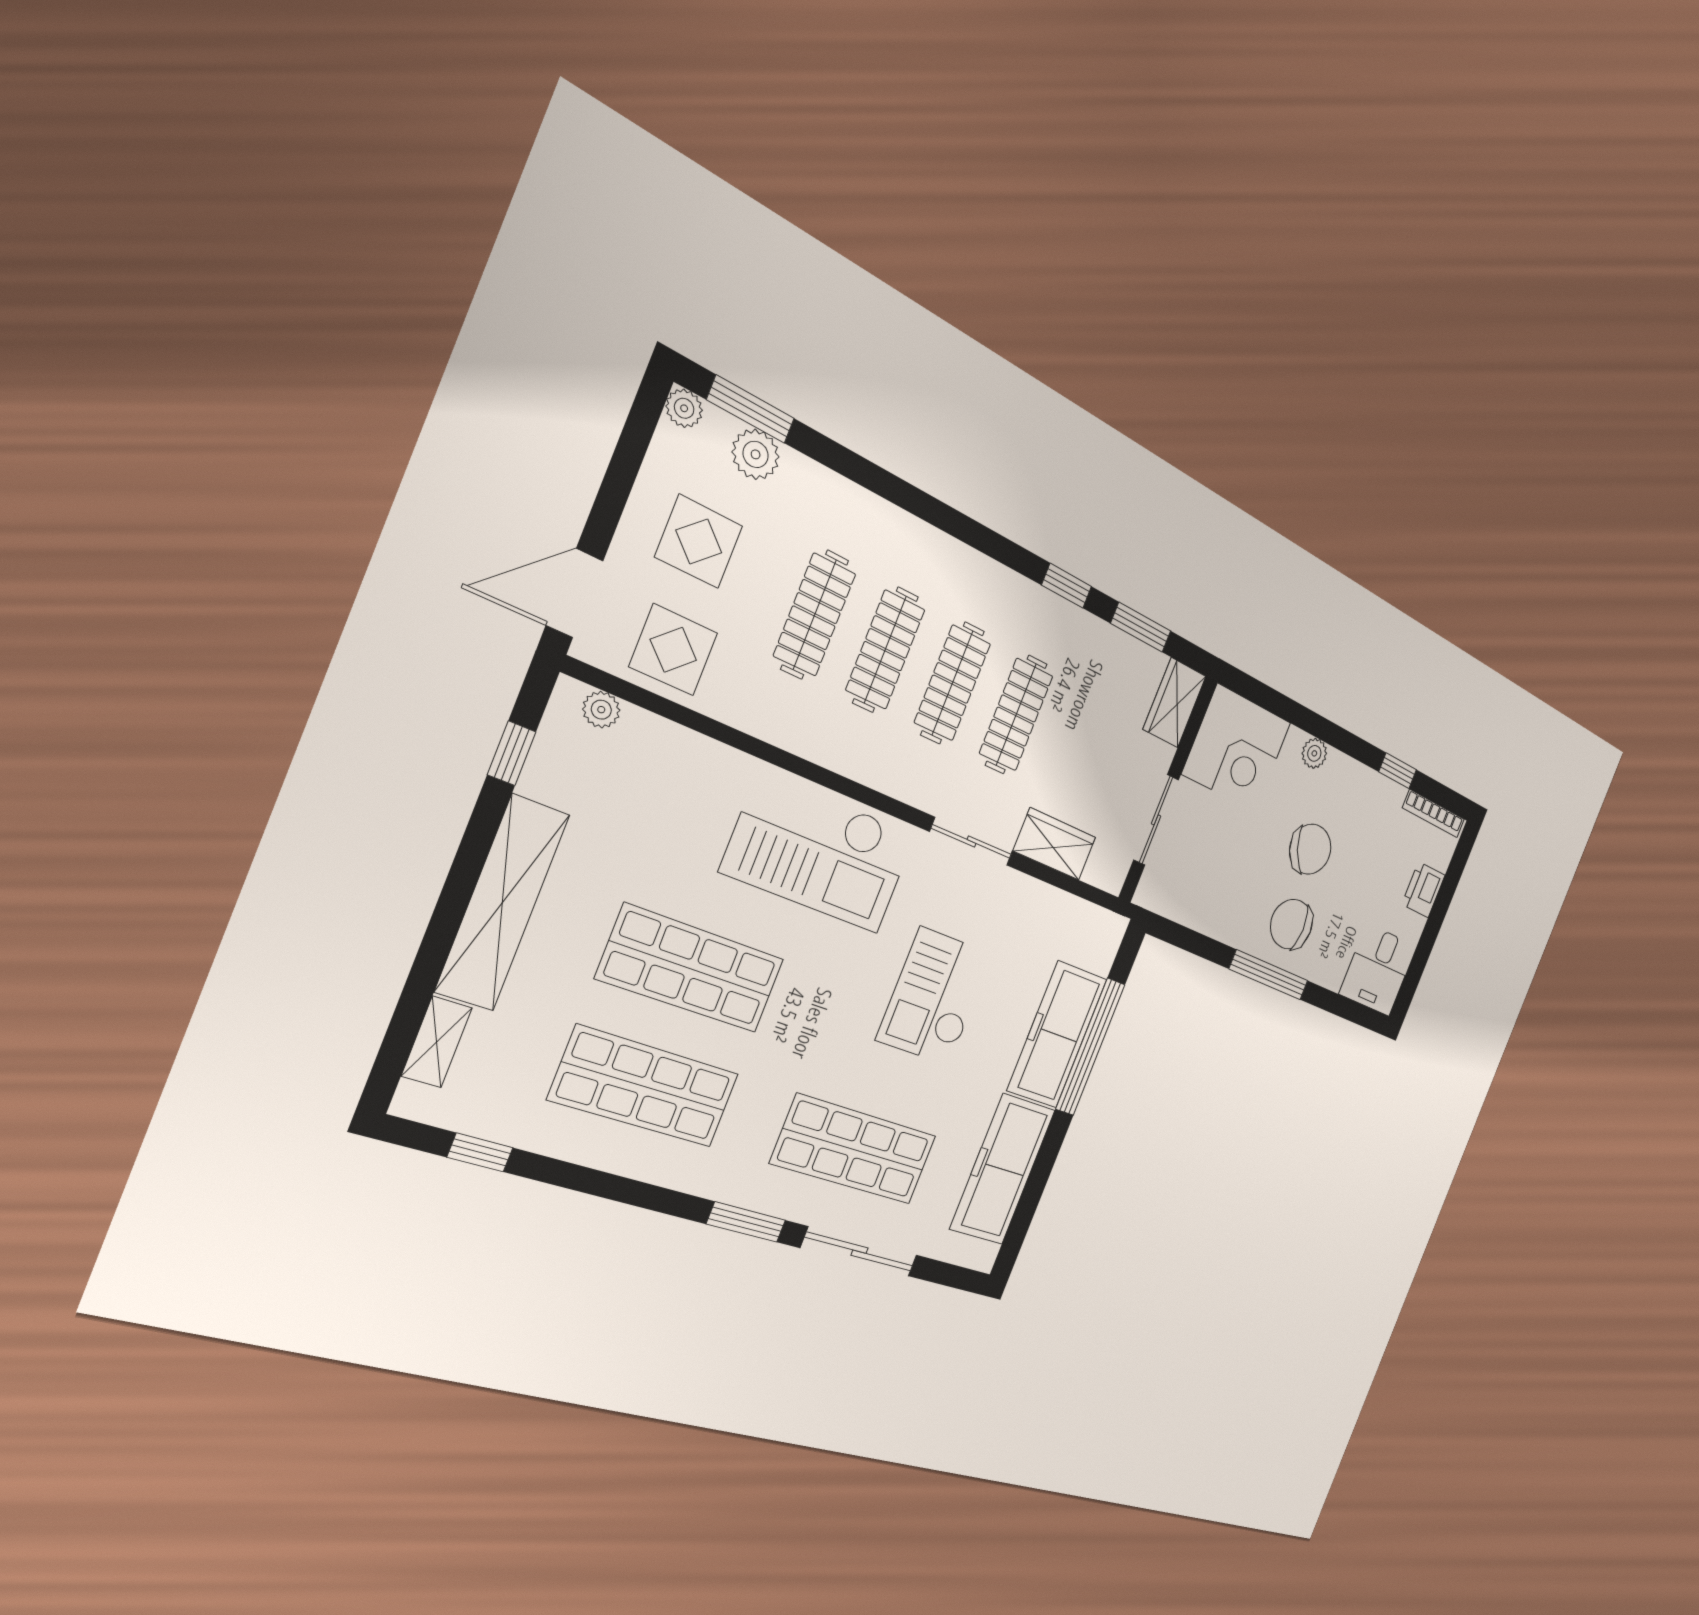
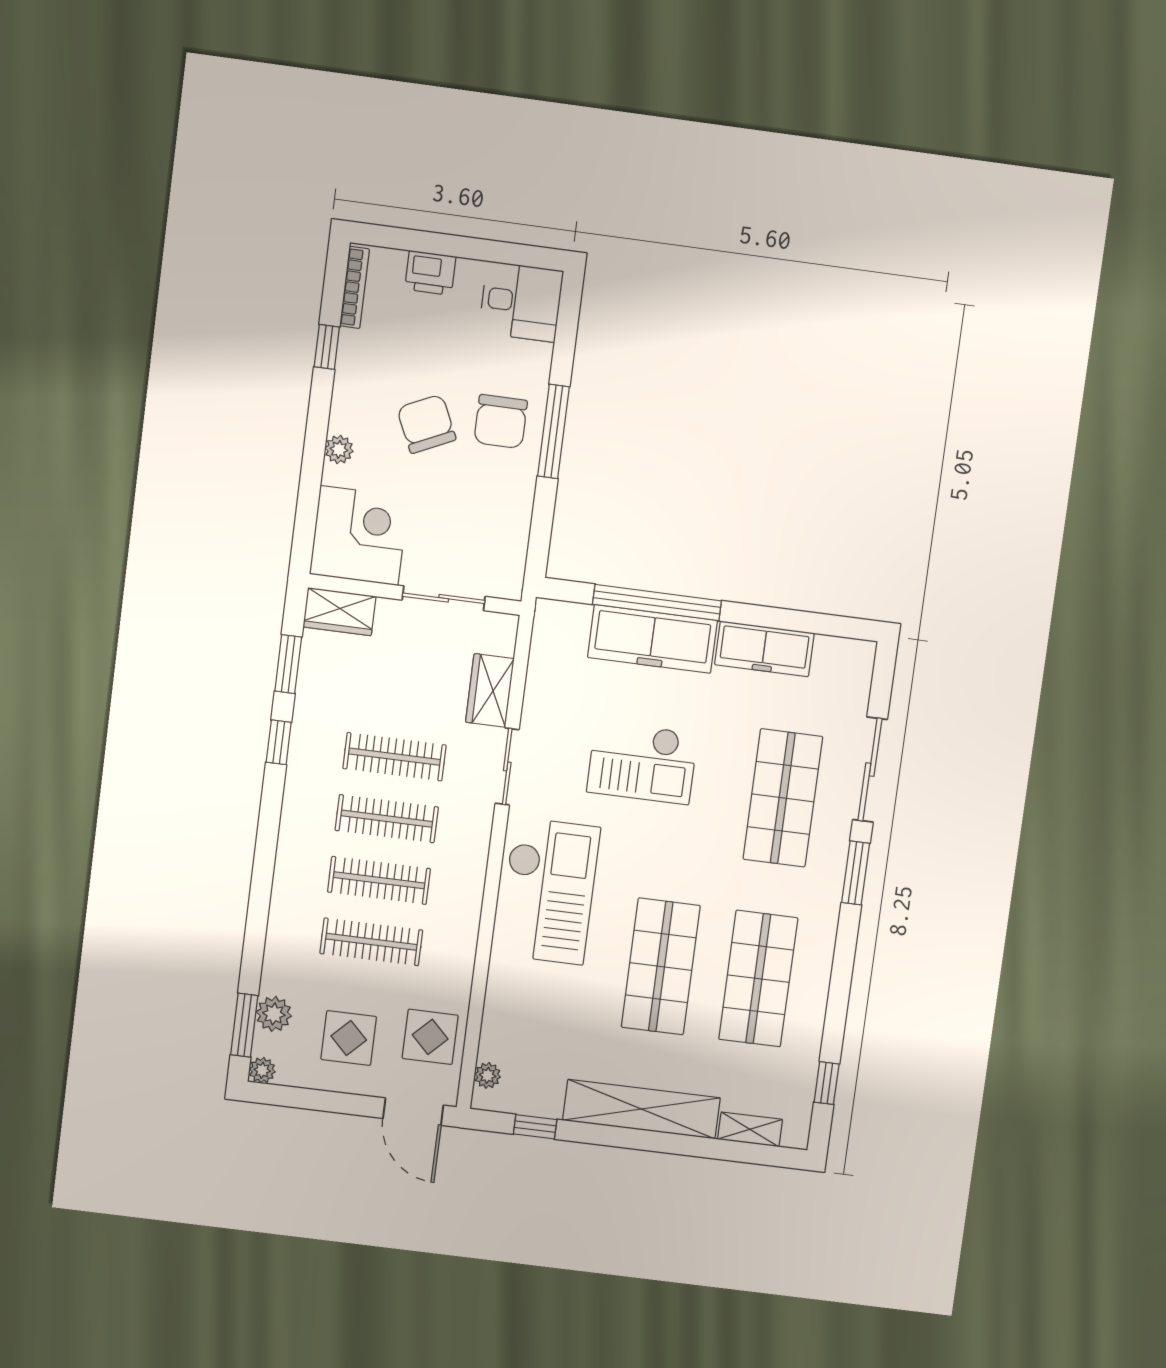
freezer: (1002, 1169) -> (764, 649), width x0.73, depth x0.79

